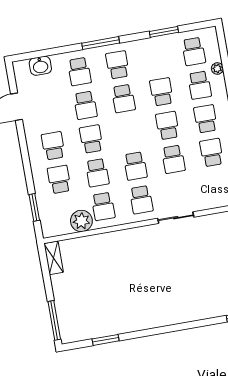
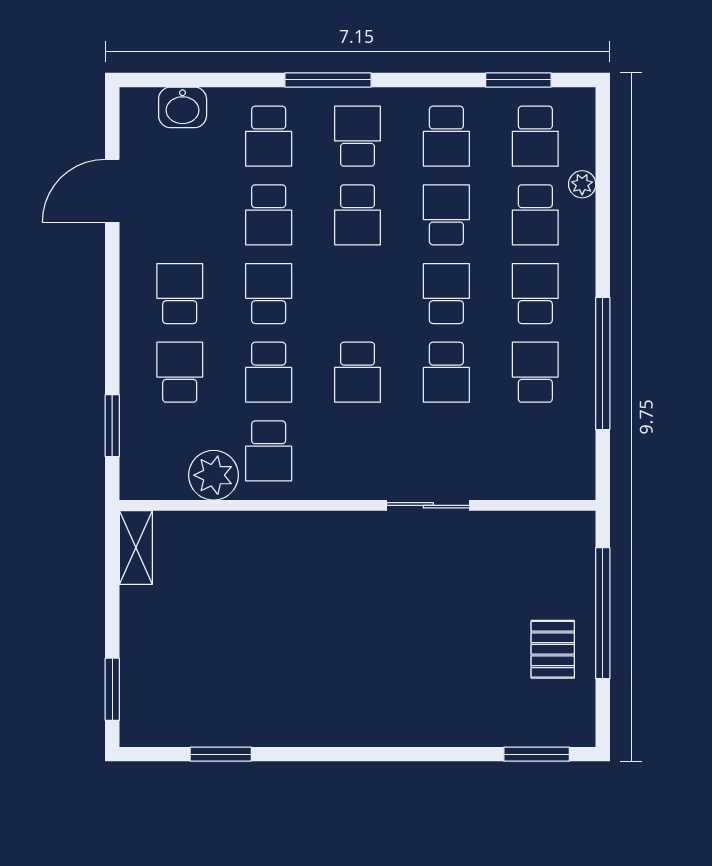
window: (164, 32) -> (518, 80), moved
school desk: (141, 200) -> (446, 136), moved
window: (54, 320) -> (112, 689), width x0.69

